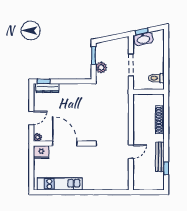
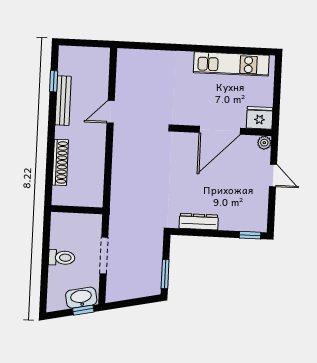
plant: (101, 67) -> (153, 254), removed
toilet: (156, 78) -> (62, 258), moved
dresser: (47, 88) -> (199, 222), moved
door: (31, 118) -> (273, 175), swing flipped
door: (65, 144) -> (220, 130), hinge flipped

